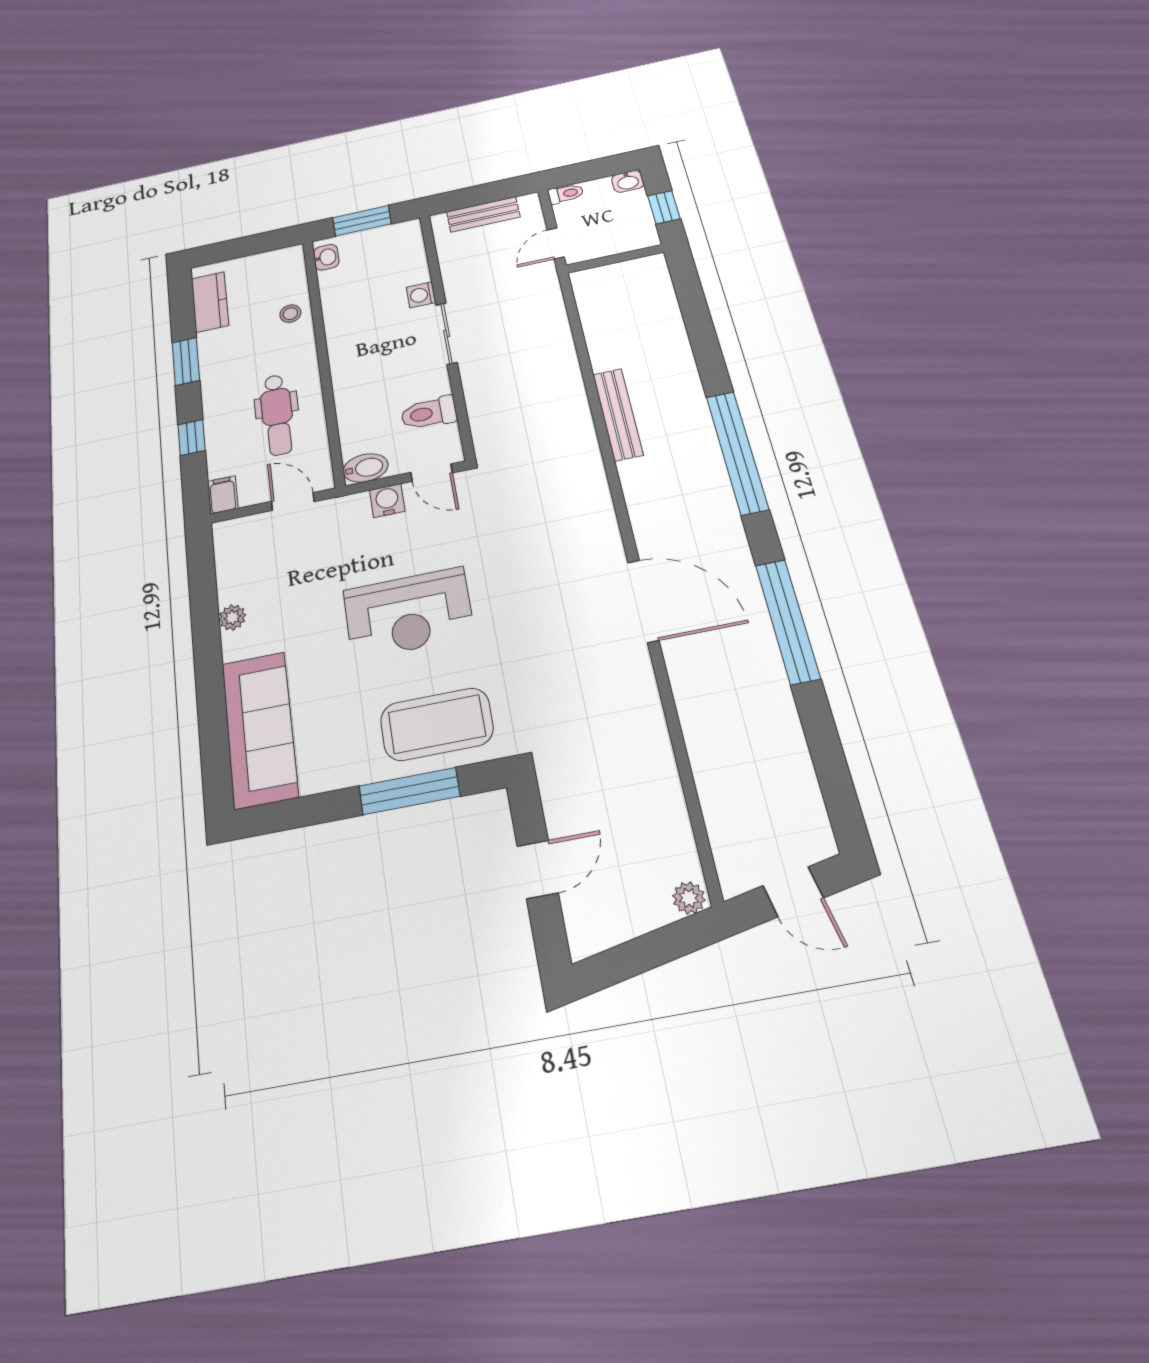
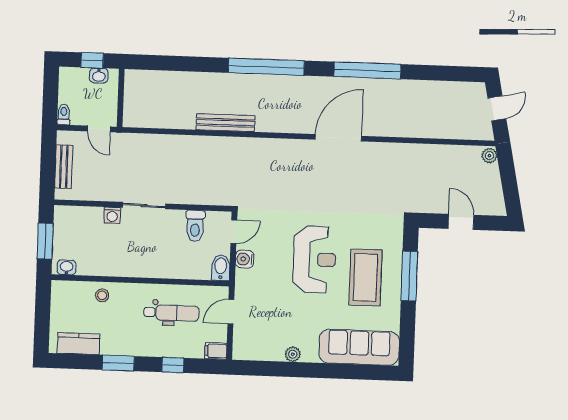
washbasin: (628, 181) -> (99, 75), moved, turned 90
coffee table: (437, 724) -> (365, 278), moved

